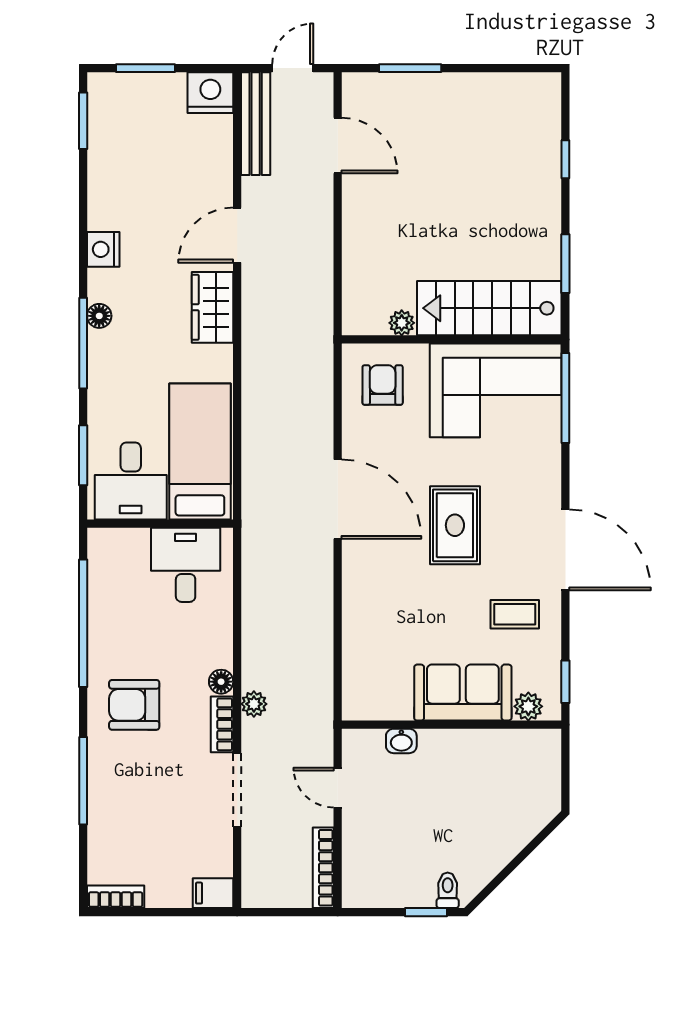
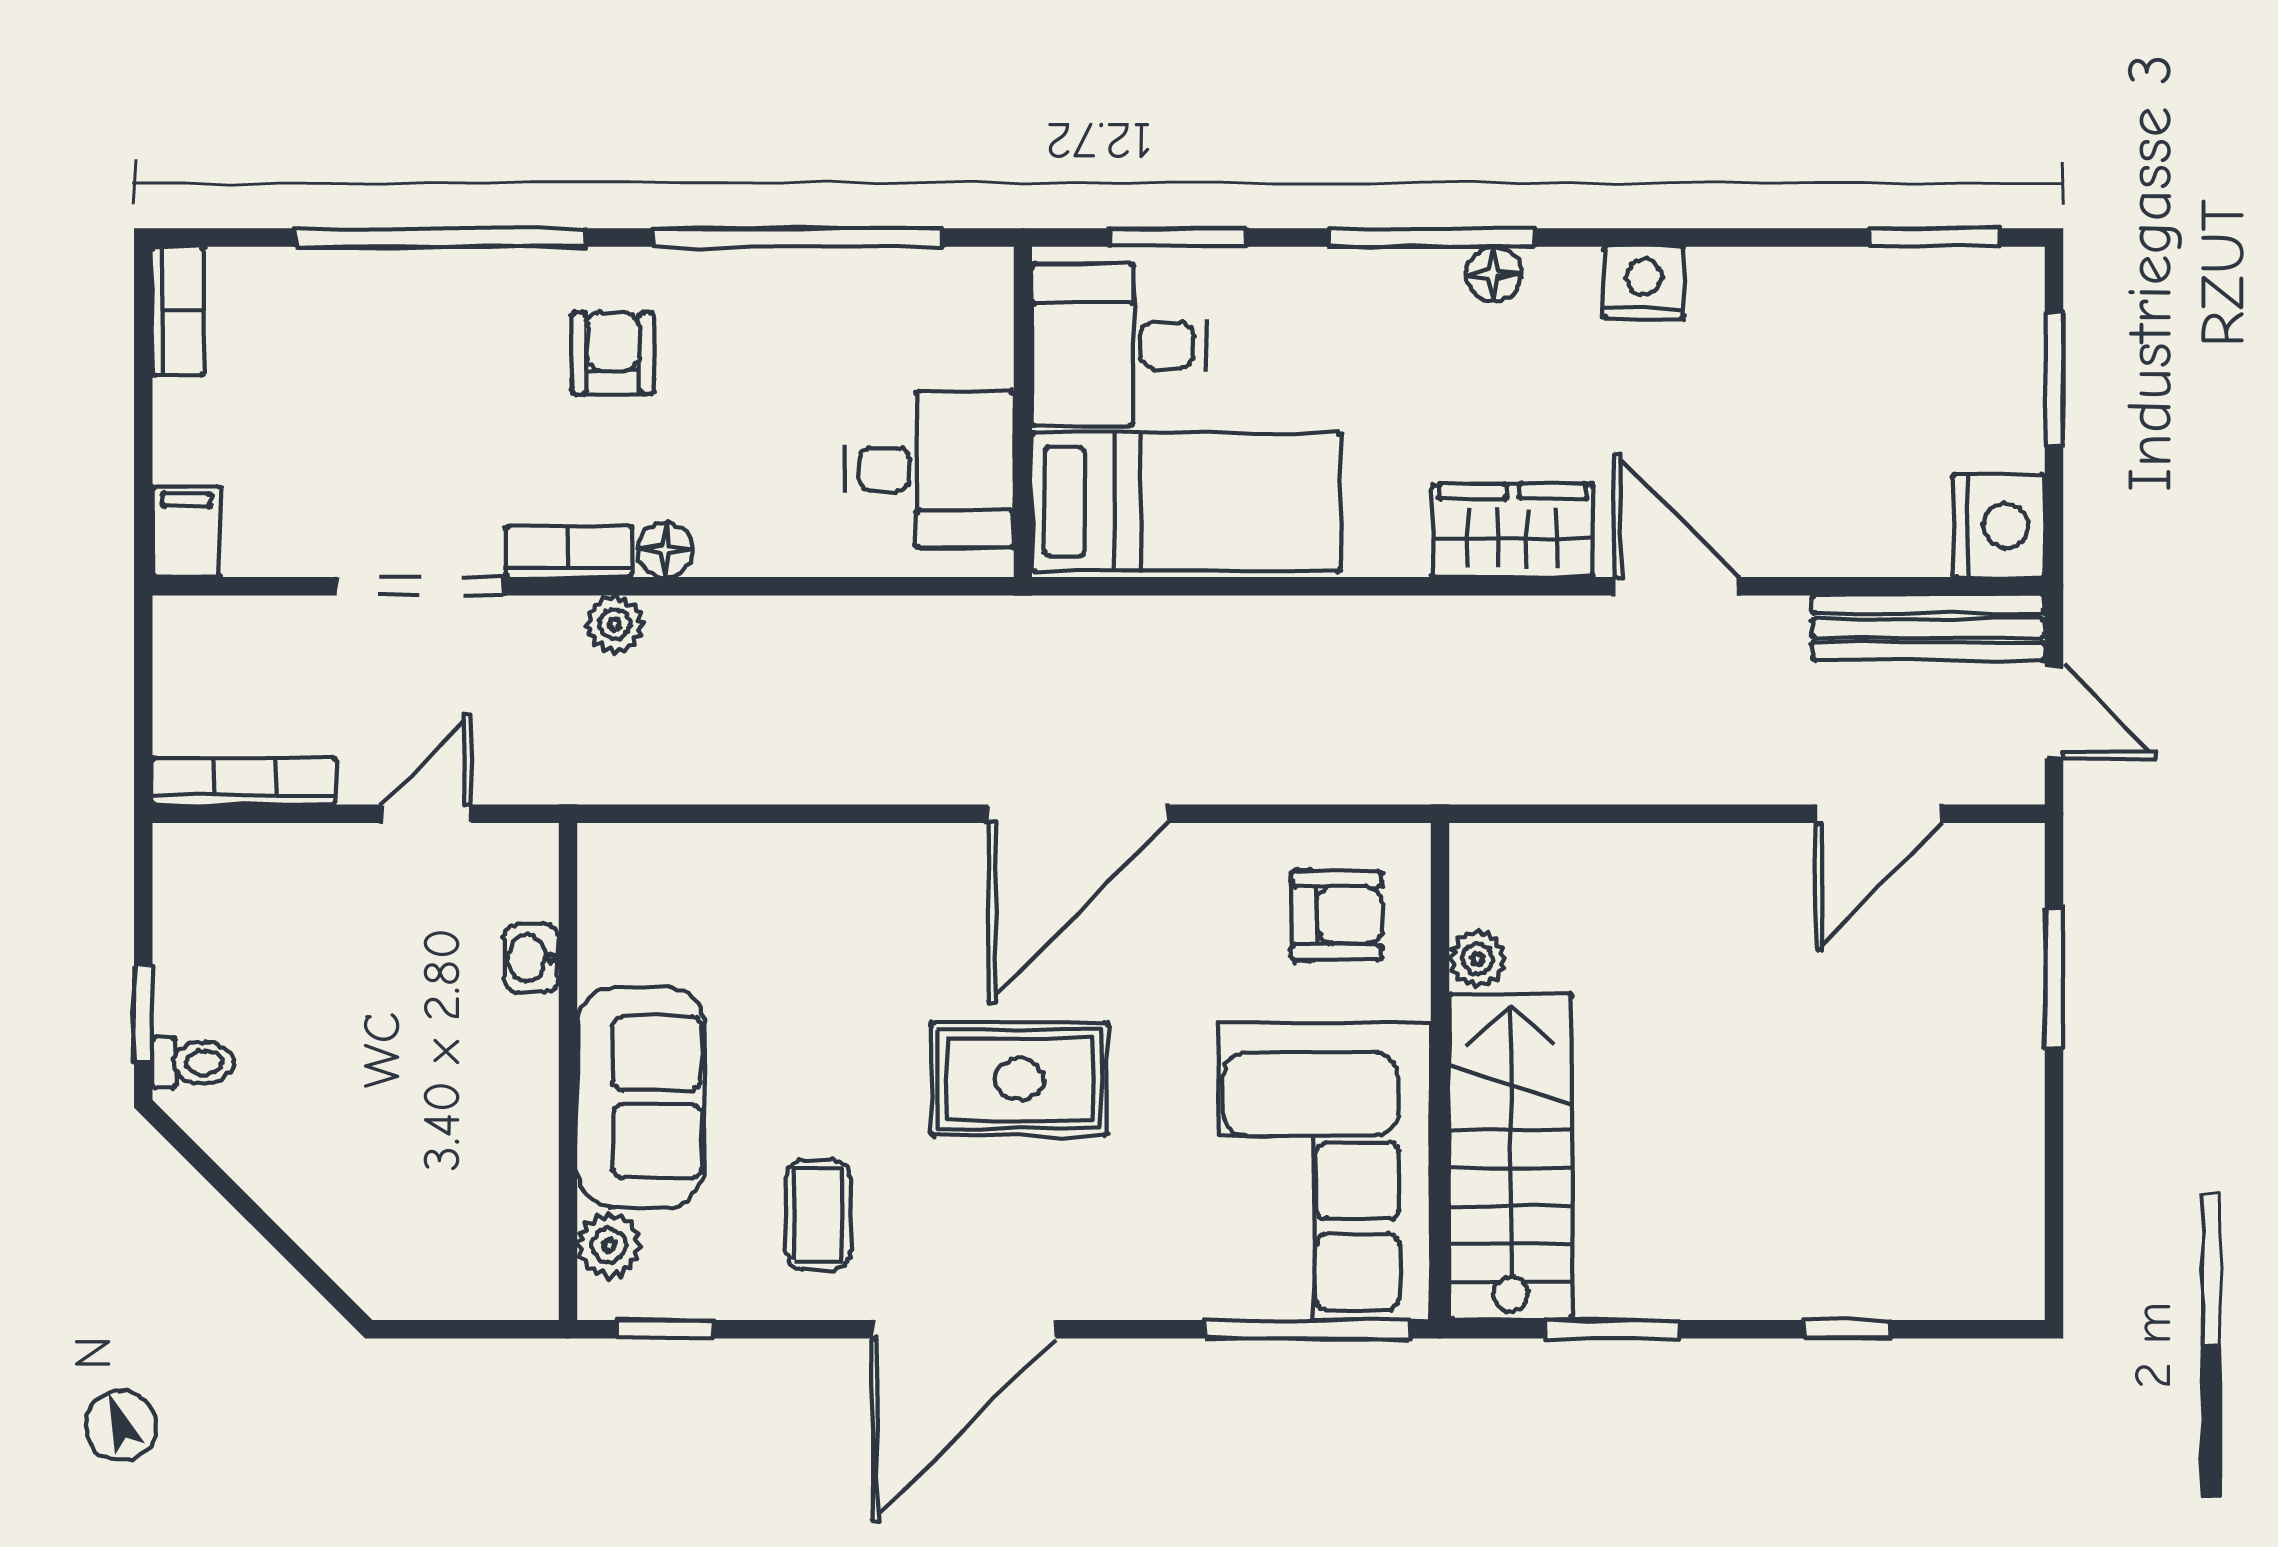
armchair: (134, 705) -> (613, 353), width x0.72, depth x0.72
window: (83, 781) -> (441, 237), width x1.46

